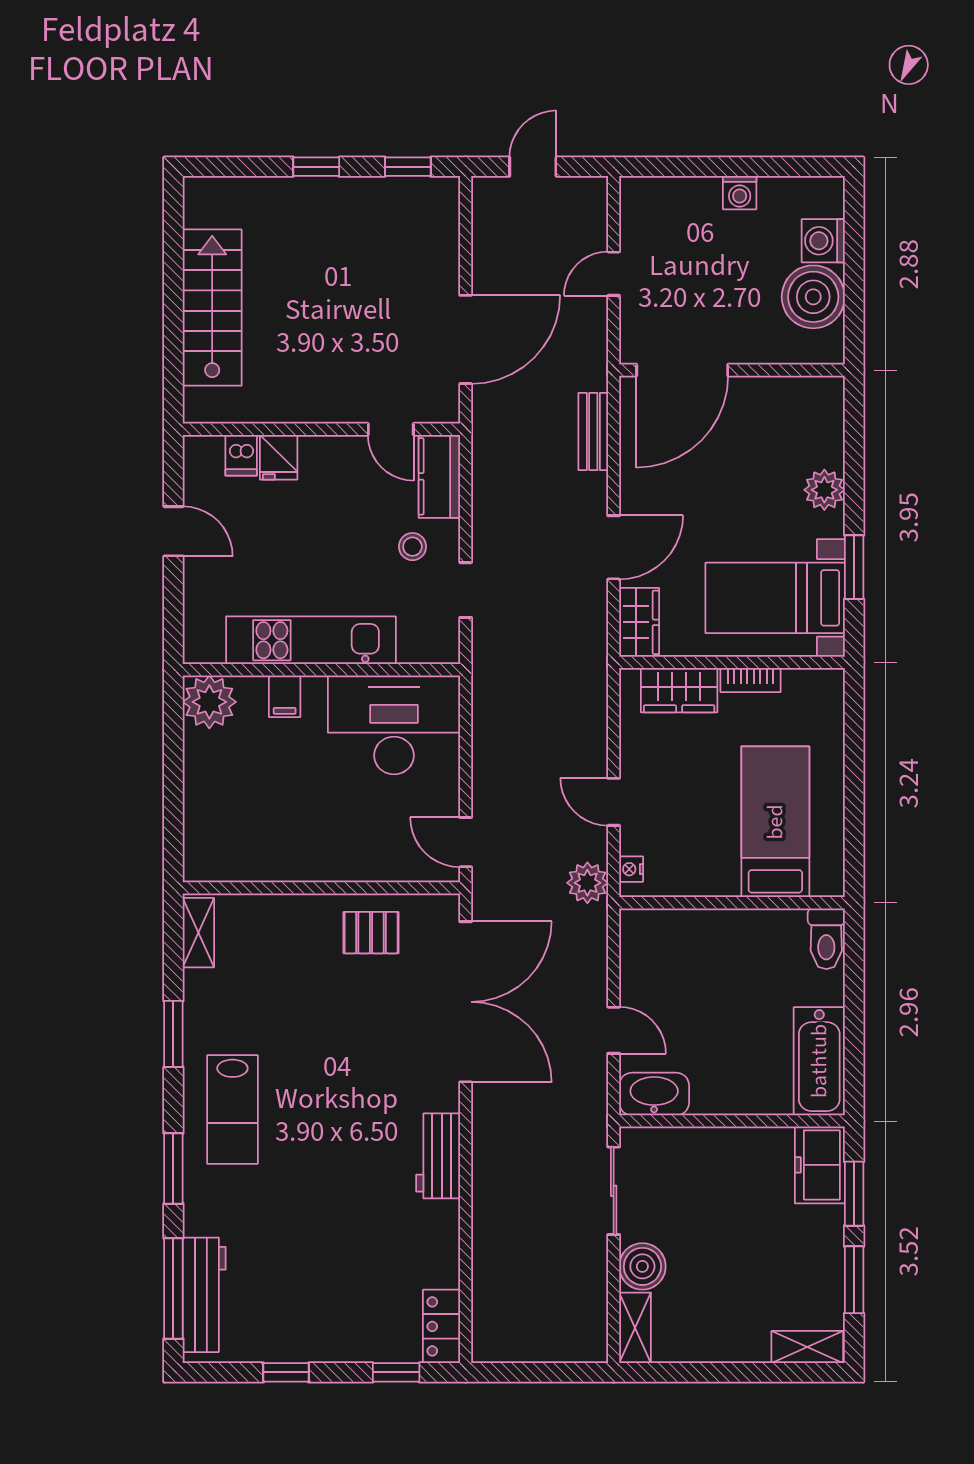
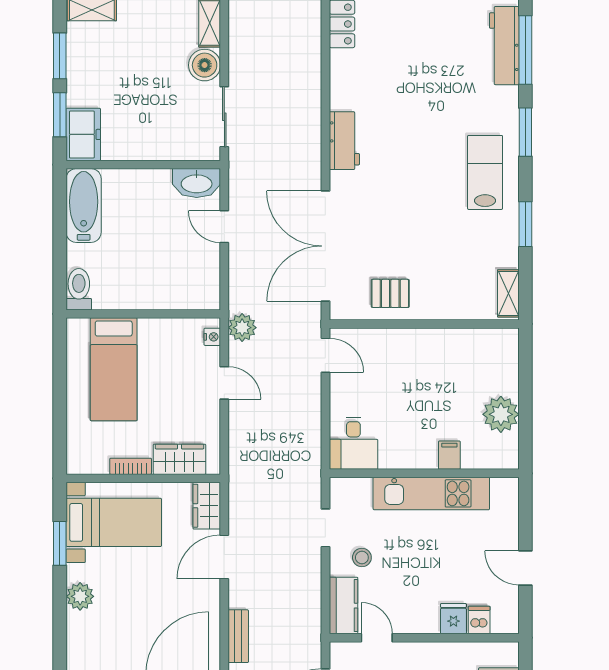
plant: (209, 702) -> (501, 414), moved
desk: (394, 725) -> (353, 443), width x0.53, depth x0.77

